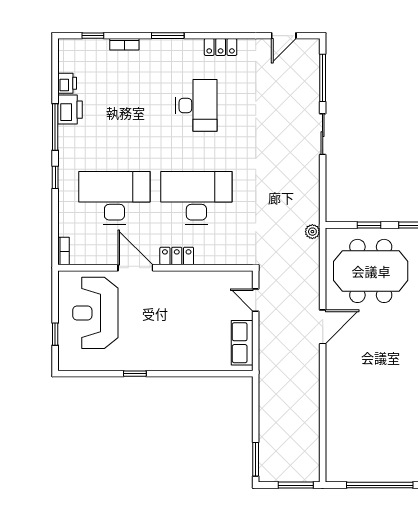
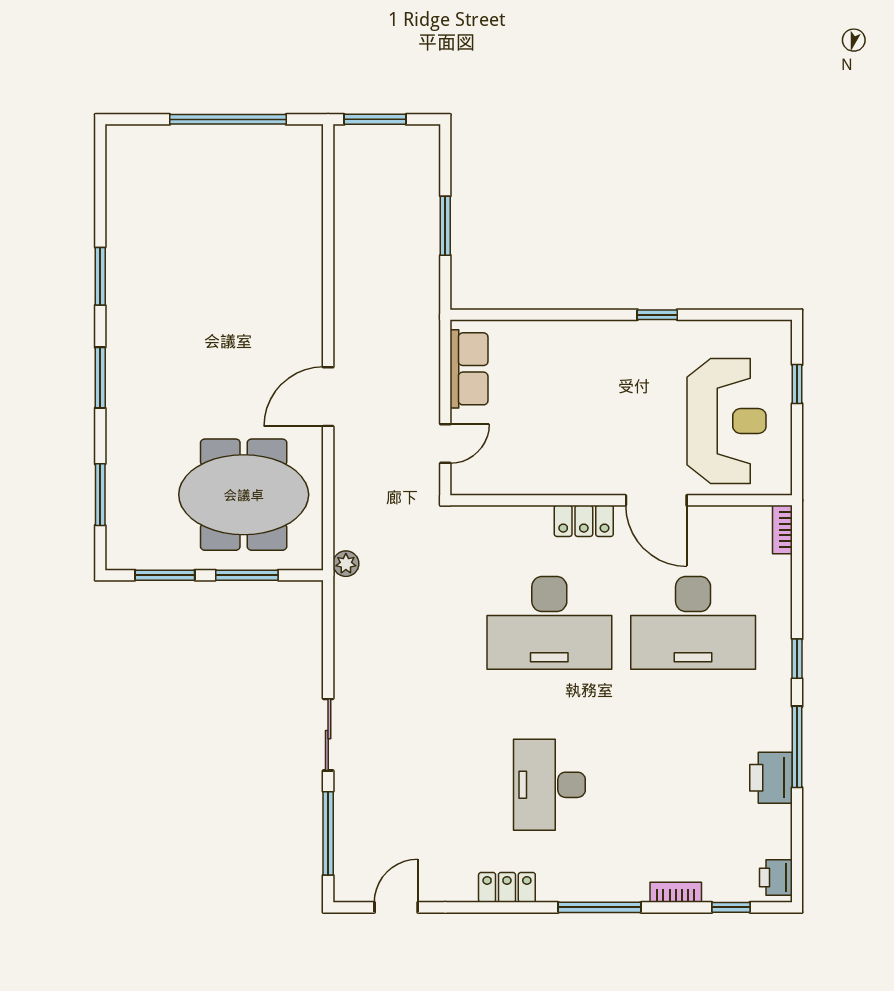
window: (168, 36) -> (600, 907), width x1.44
printer: (67, 83) -> (776, 877), moved
window: (369, 225) -> (247, 575), width x1.50
door: (256, 300) -> (445, 444), hinge flipped
window: (256, 459) -> (445, 226), moved

